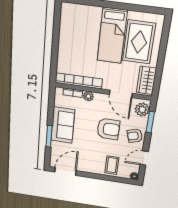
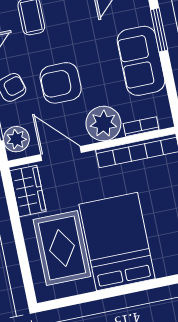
bed: (112, 36) -> (117, 242), width x1.50
plant: (88, 96) -> (103, 124), width x1.88, depth x1.88

